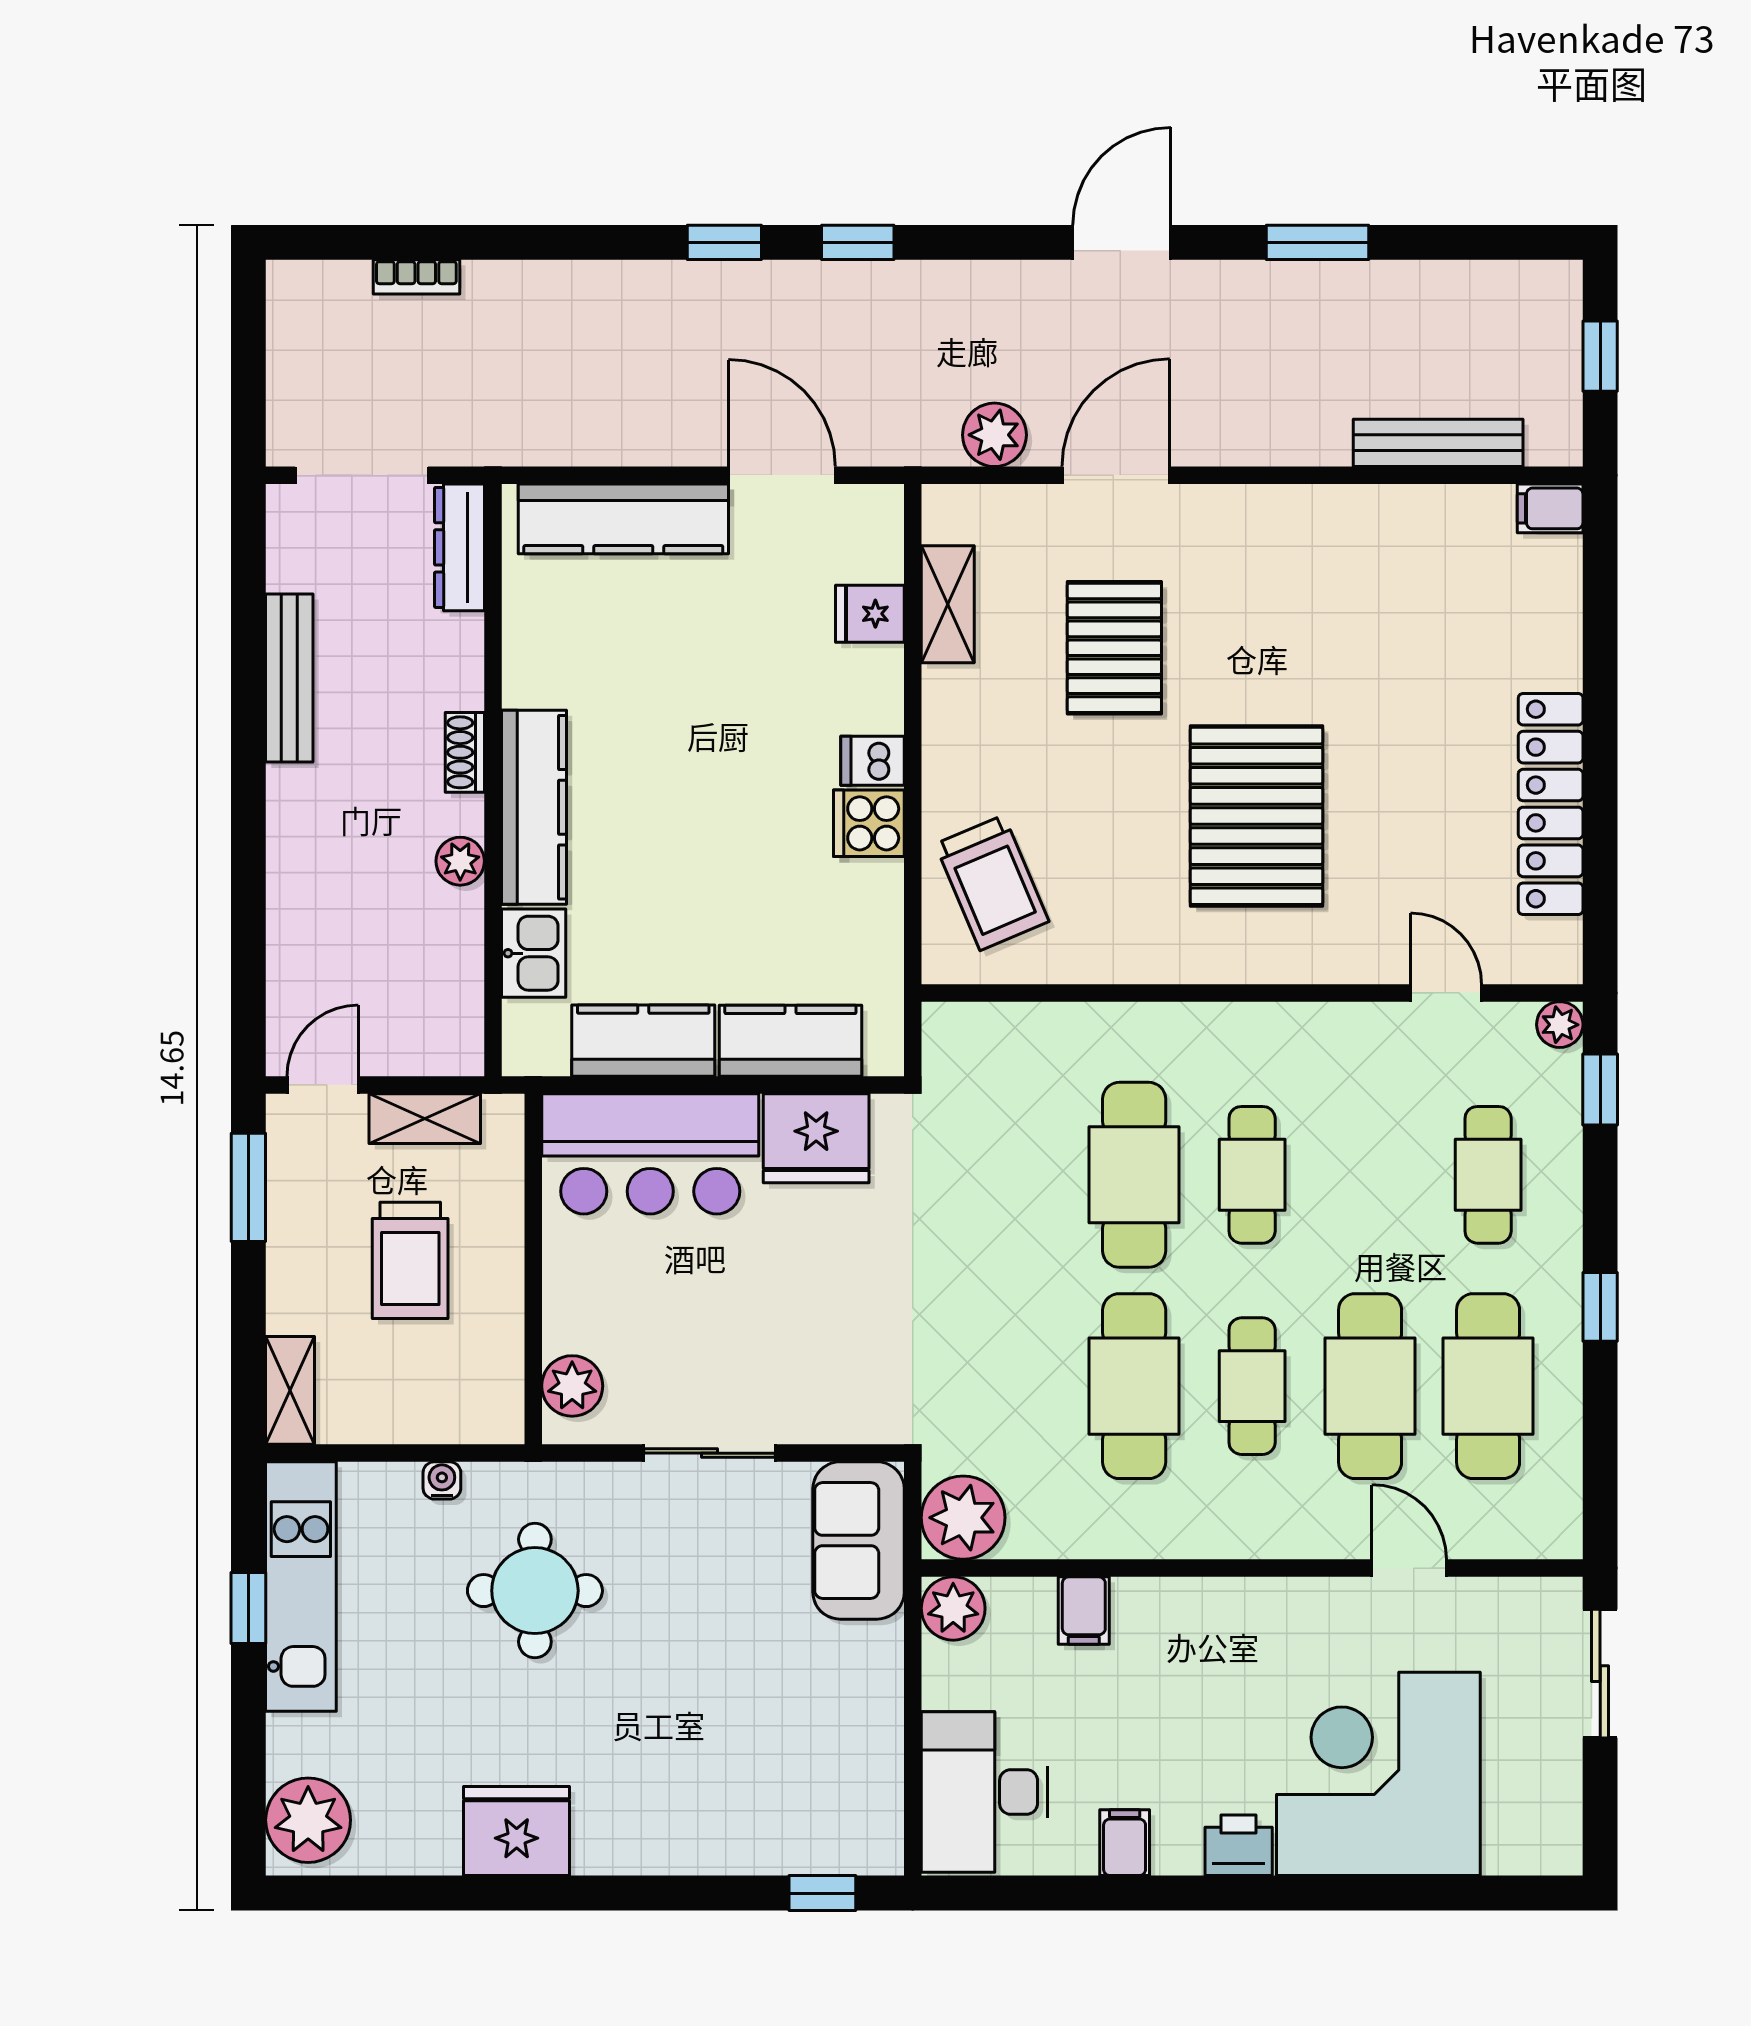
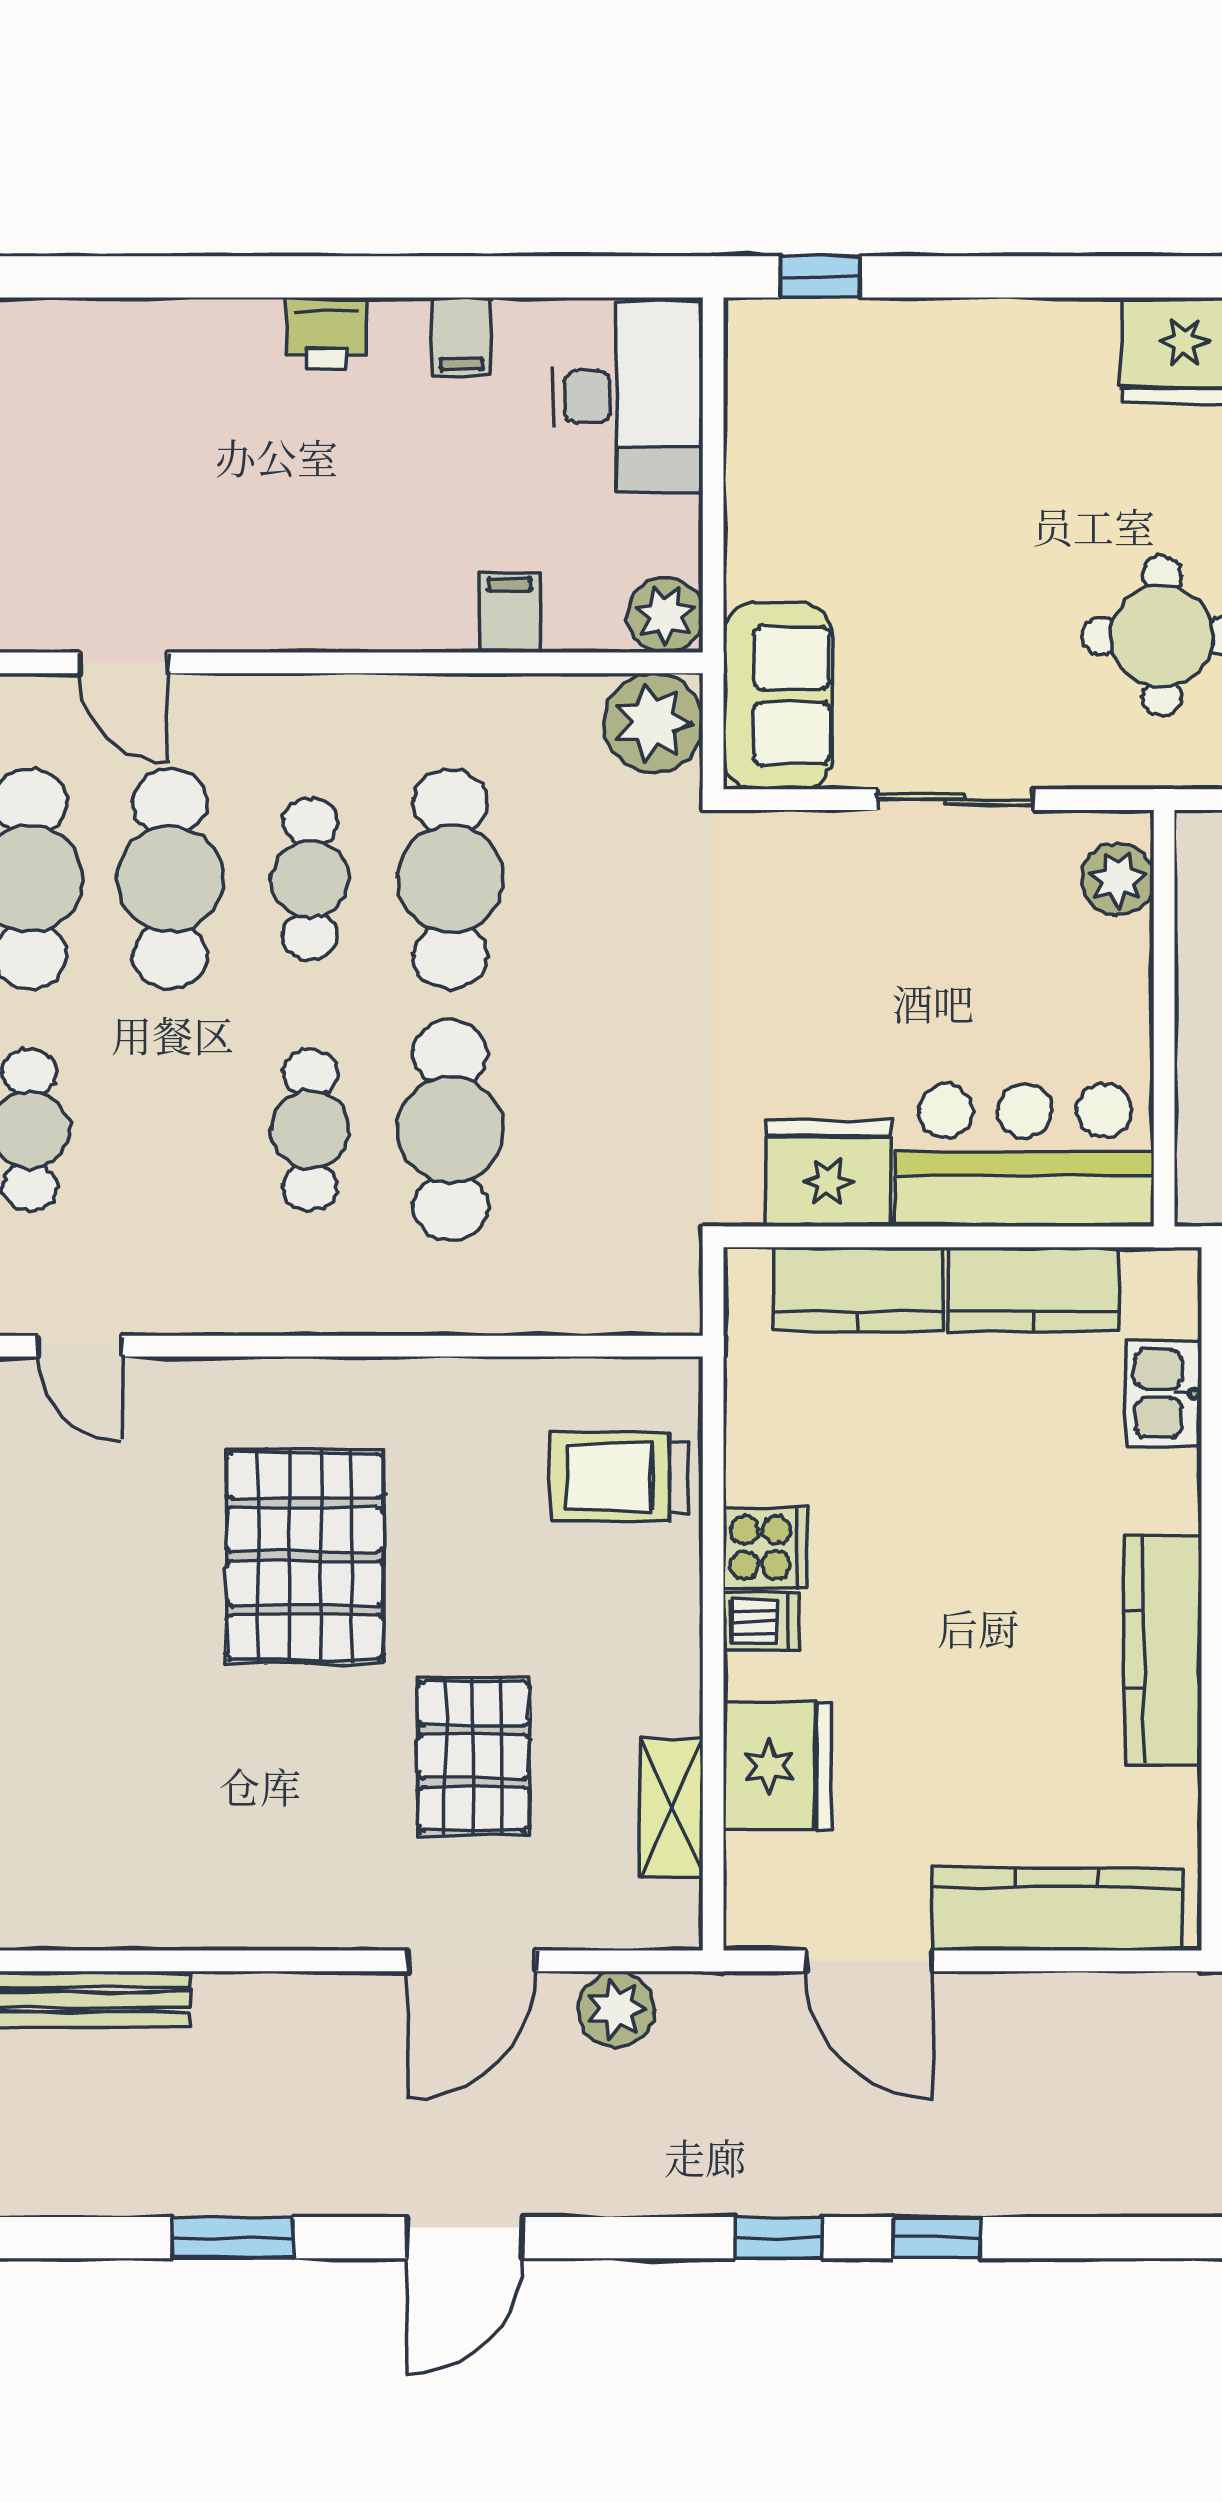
fridge: (870, 614) -> (778, 1766), width x1.88, depth x1.34
kitchen counter: (534, 807) -> (1163, 1650), moved
trolley: (992, 883) -> (619, 1477), turned -67
corner desk: (1378, 1774) -> (160, 418), removed

